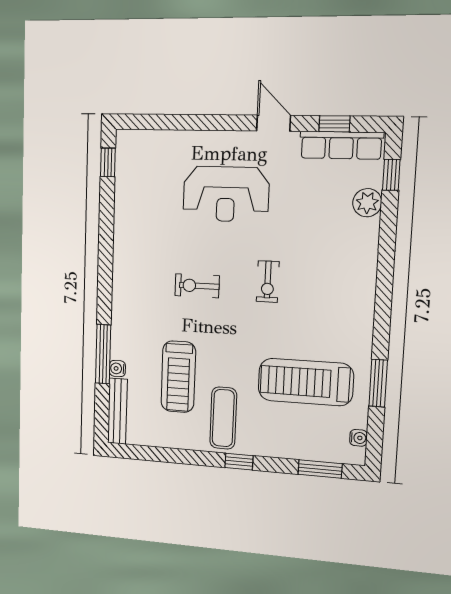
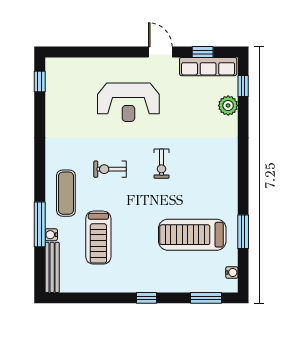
exercise mat: (223, 418) -> (66, 193), moved

